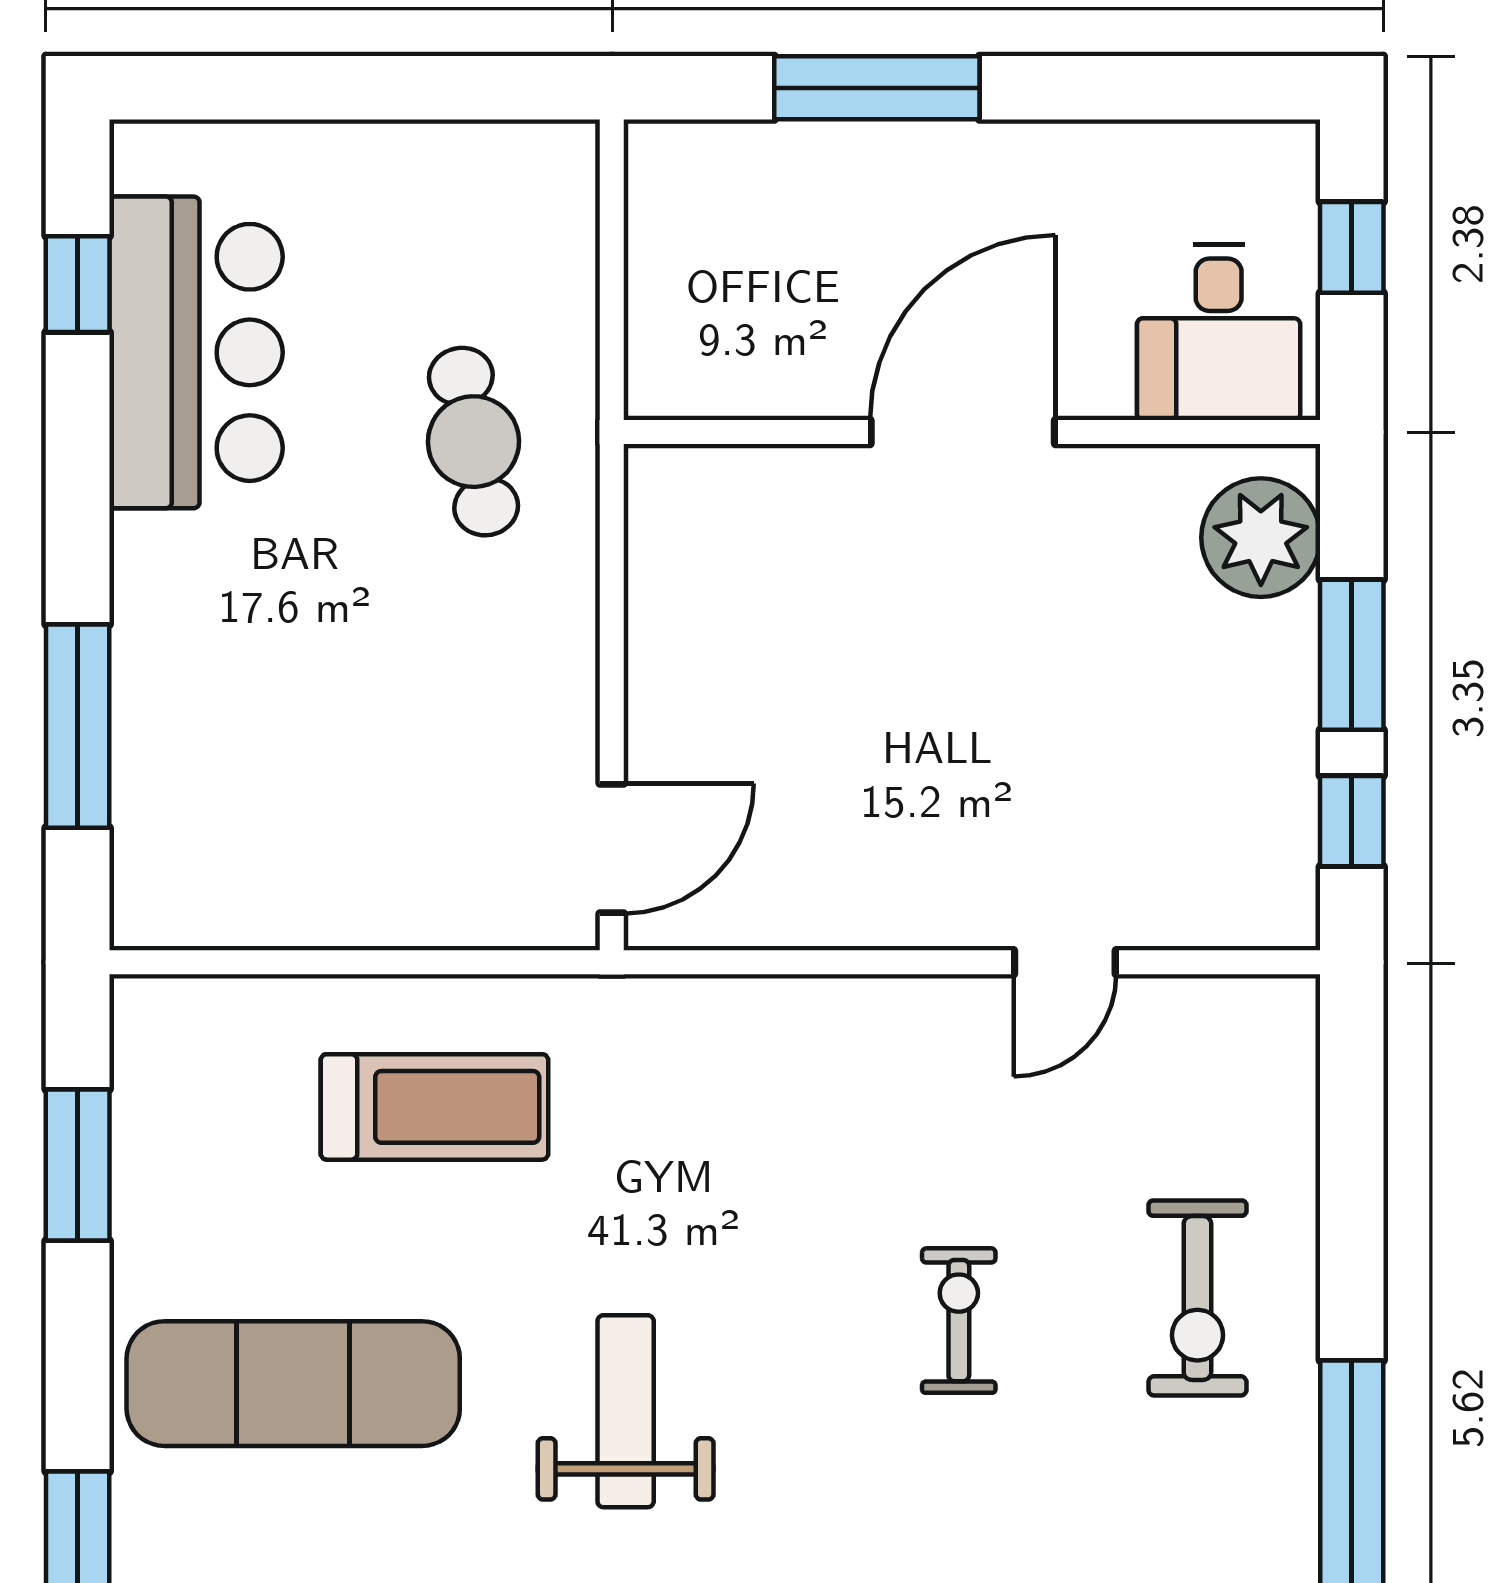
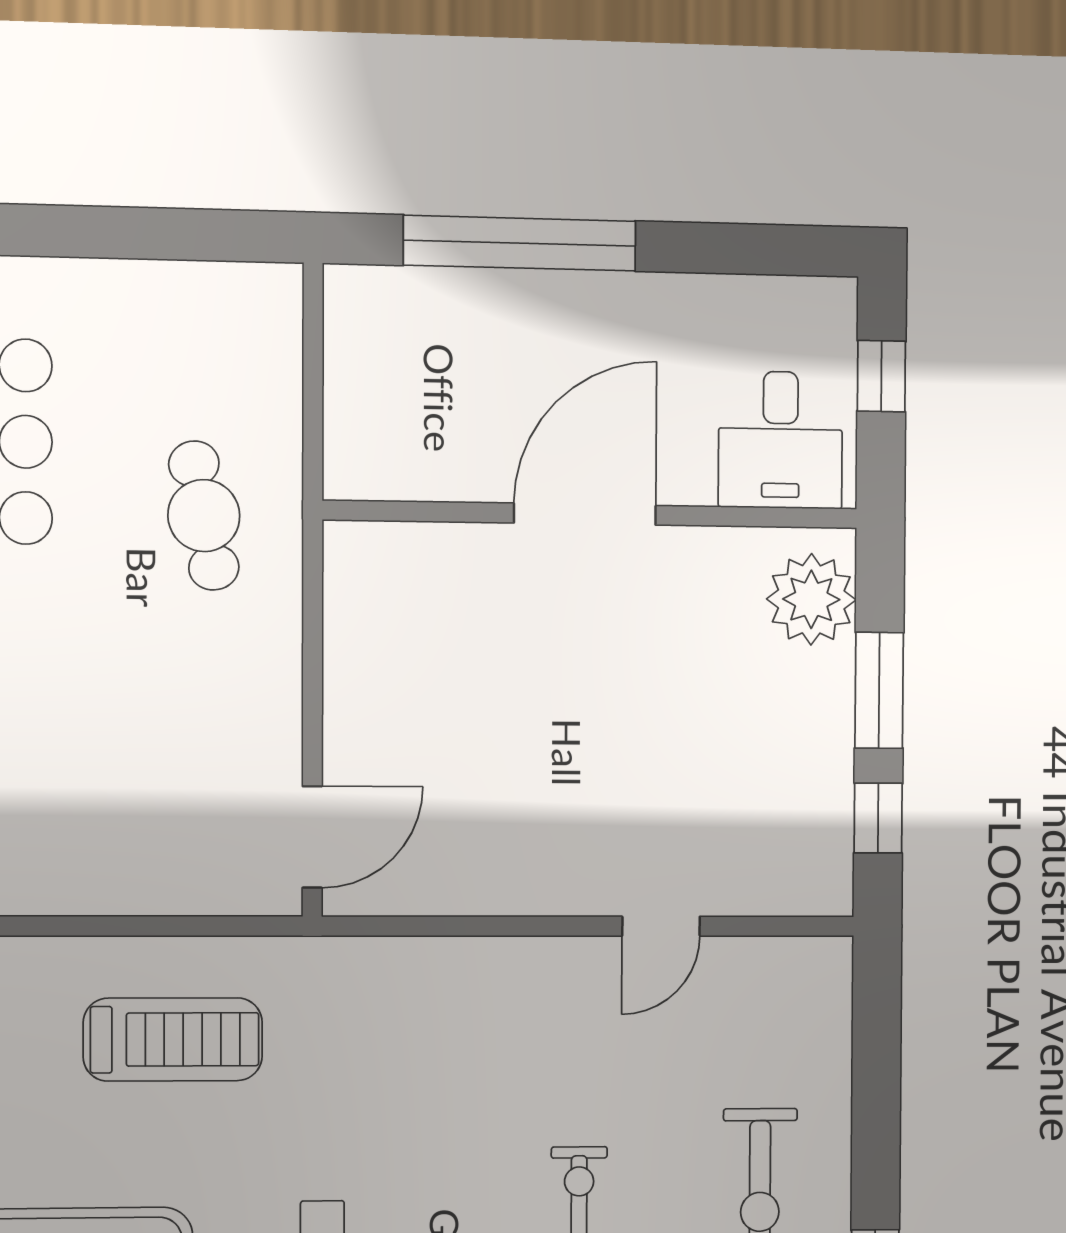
window: (877, 88) -> (520, 243), width x1.46

